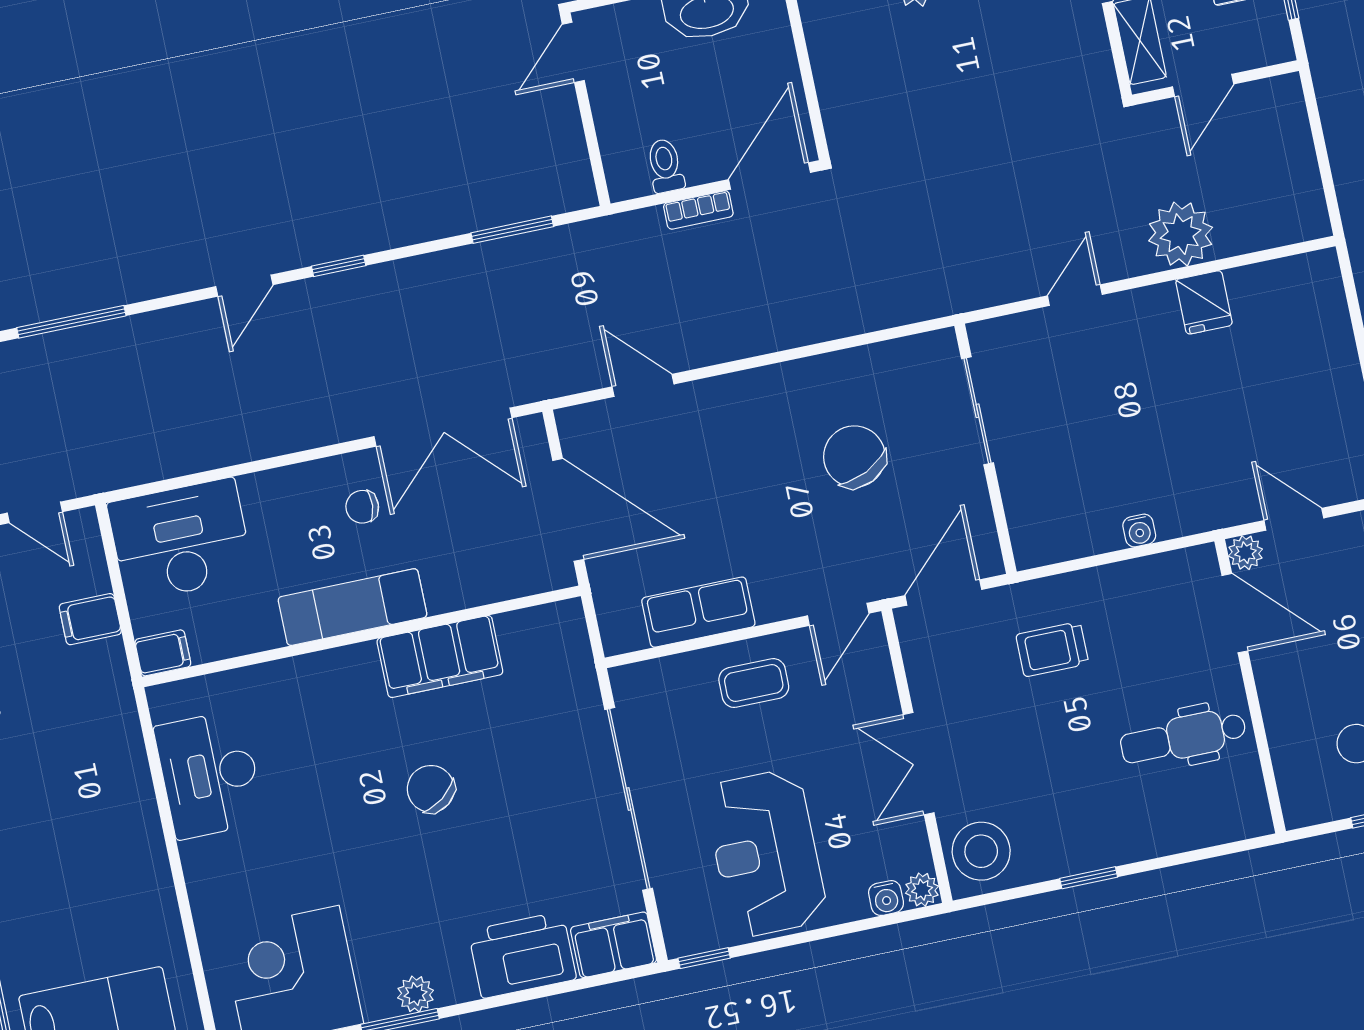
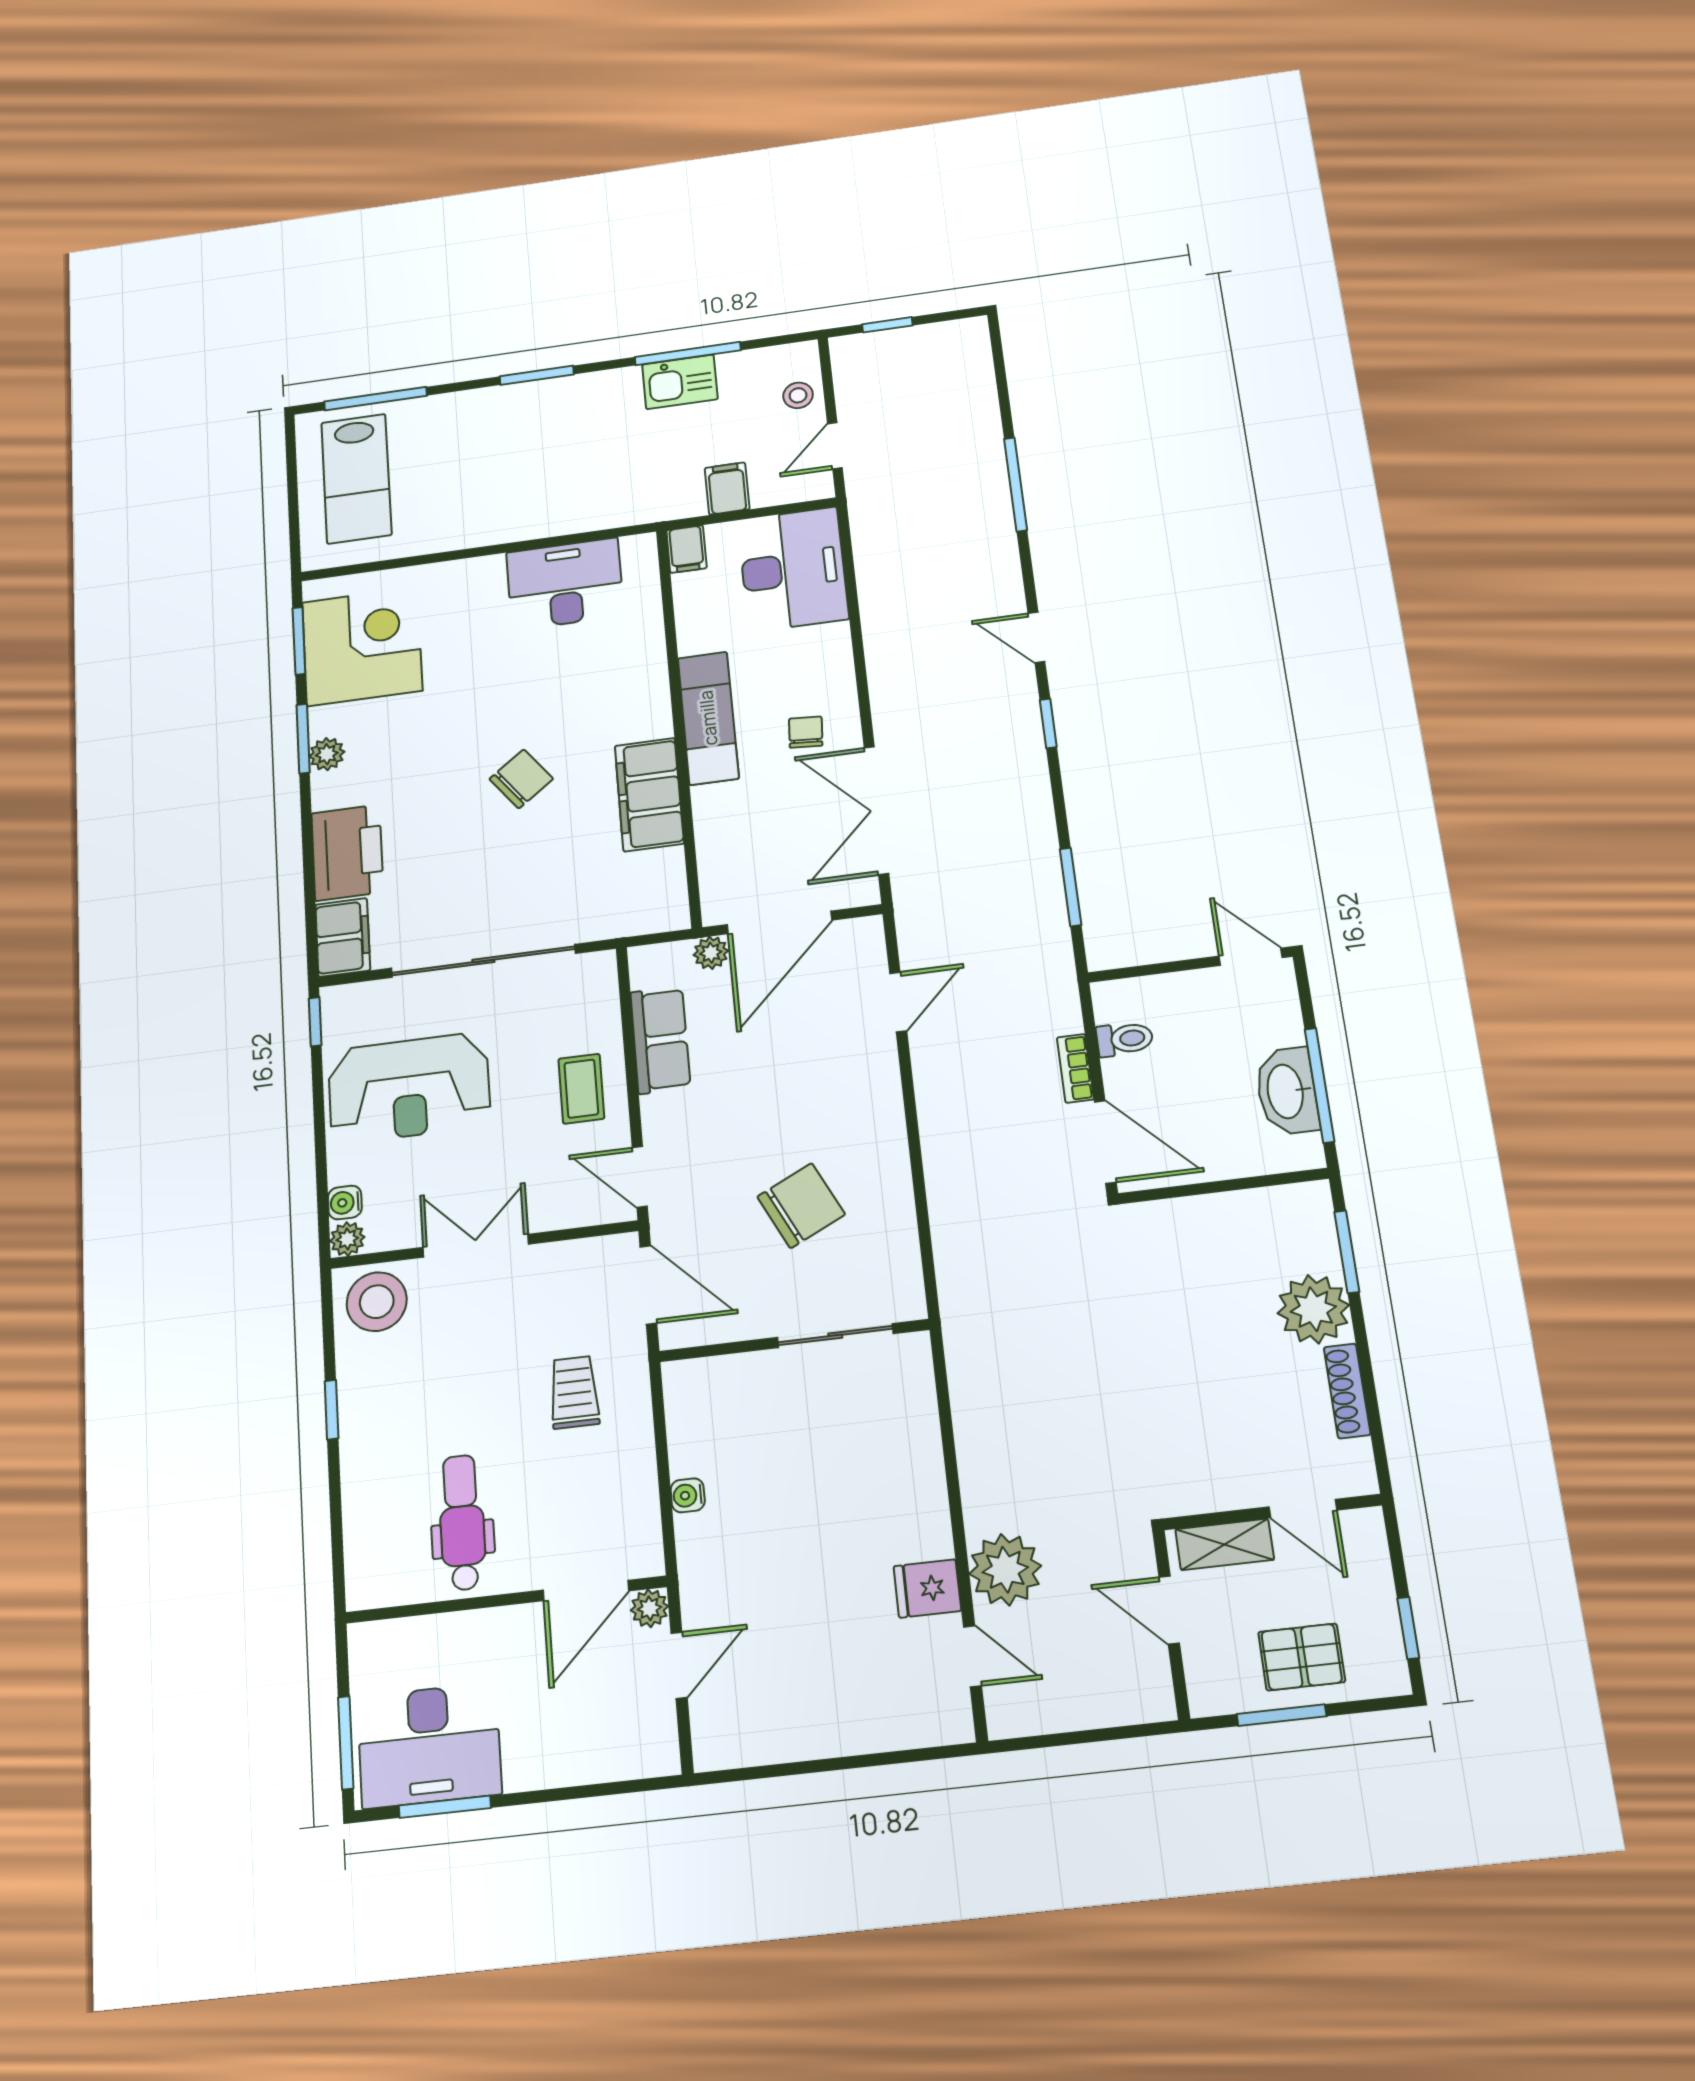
door: (1075, 295) -> (972, 1656), moved
plant: (605, 574) -> (711, 953), added
reception desk: (766, 853) -> (409, 1088), turned 180

